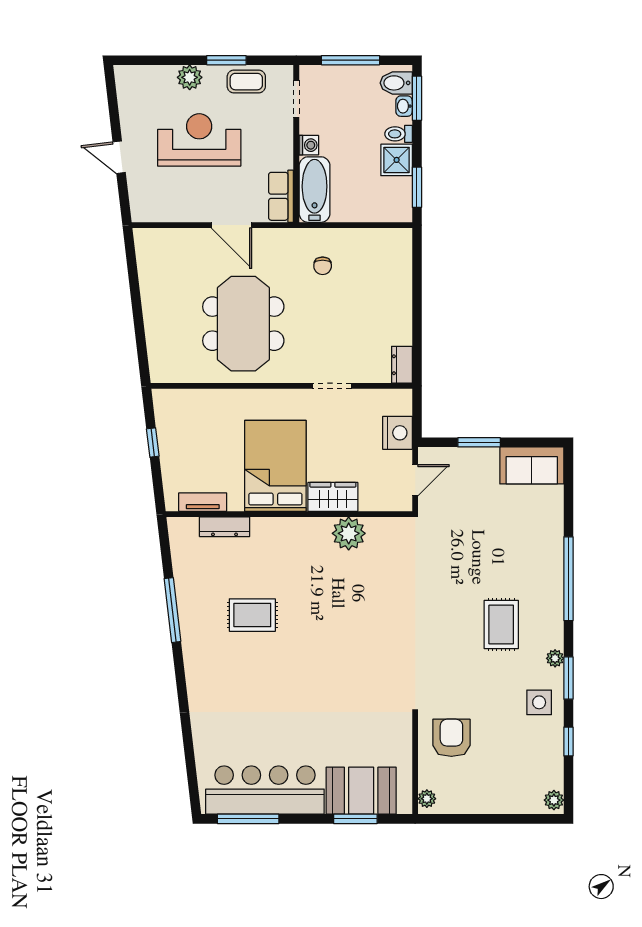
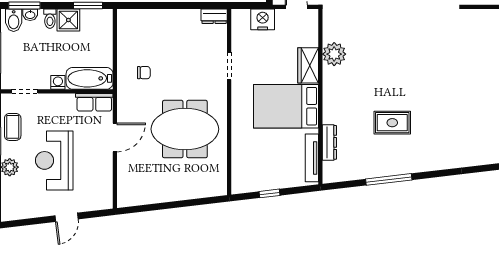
tv unit: (203, 502) -> (312, 158), width x1.41
rug: (252, 615) -> (392, 123), turned 90

